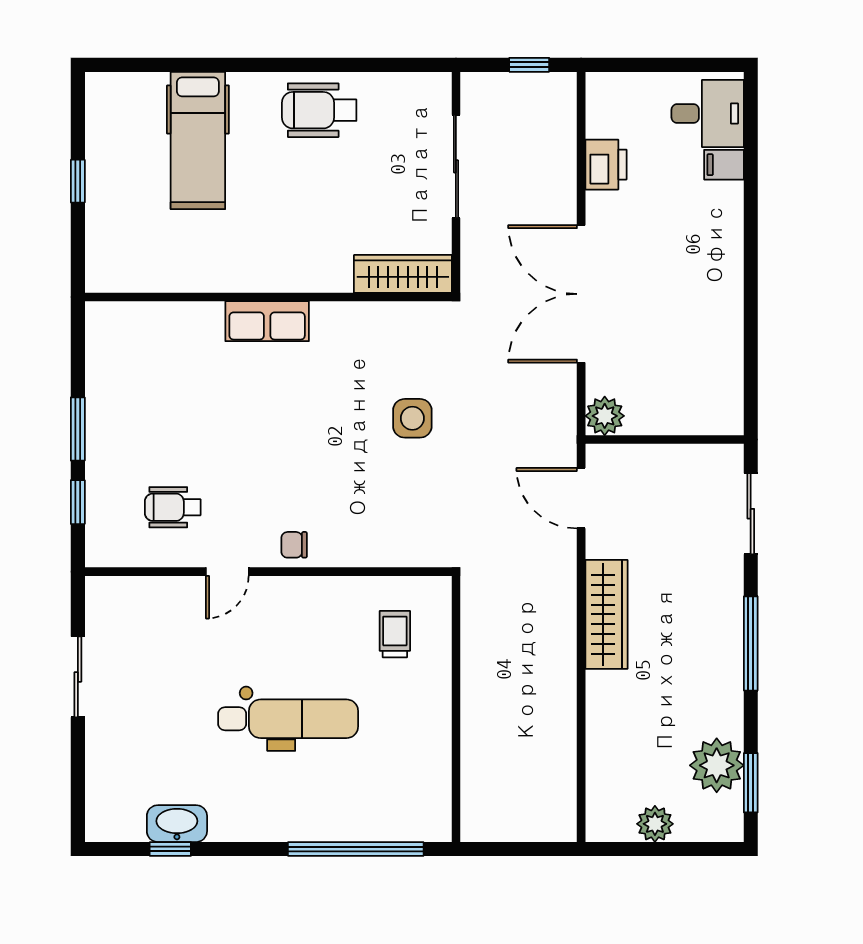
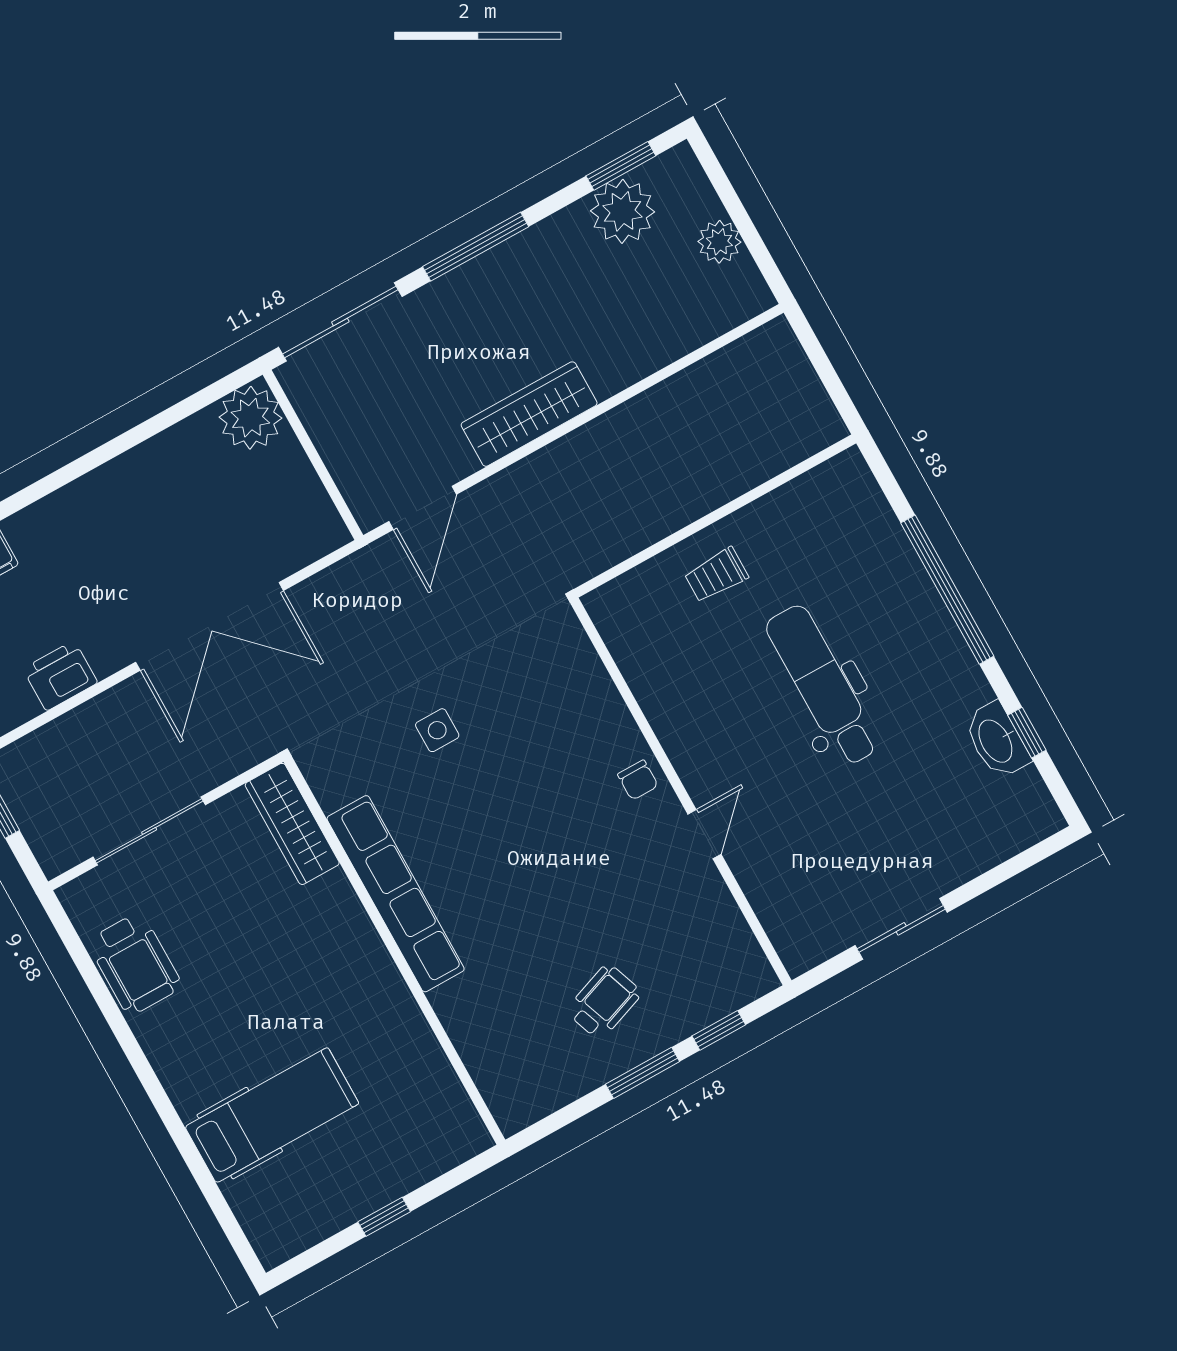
wheelchair: (319, 110) -> (135, 964), moved
row of seats: (267, 321) -> (396, 894), width x2.02
plant: (605, 416) -> (250, 418), moved, width x1.36, depth x1.36
side table: (412, 418) -> (437, 730), width x0.73, depth x0.73
wheelchair: (173, 507) -> (604, 1002), moved, turned -110
sliding door: (751, 514) -> (340, 322), width x1.37
door: (227, 572) -> (705, 834), hinge flipped
trolley: (395, 634) -> (716, 575), moved
window: (356, 849) -> (947, 590), moved

